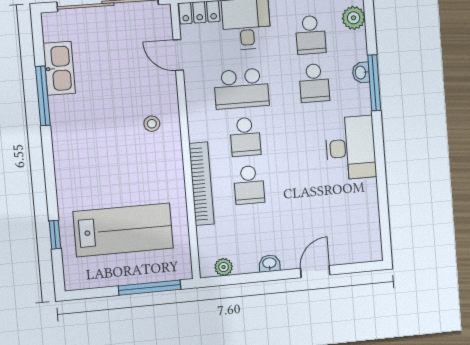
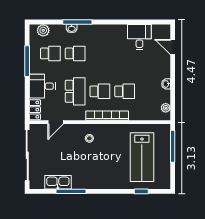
desk: (351, 148) -> (139, 37), moved, width x0.73
bookcase: (201, 184) -> (107, 116), moved
lab bench: (123, 230) -> (142, 157), turned 180
door: (315, 272) -> (173, 47), moved

